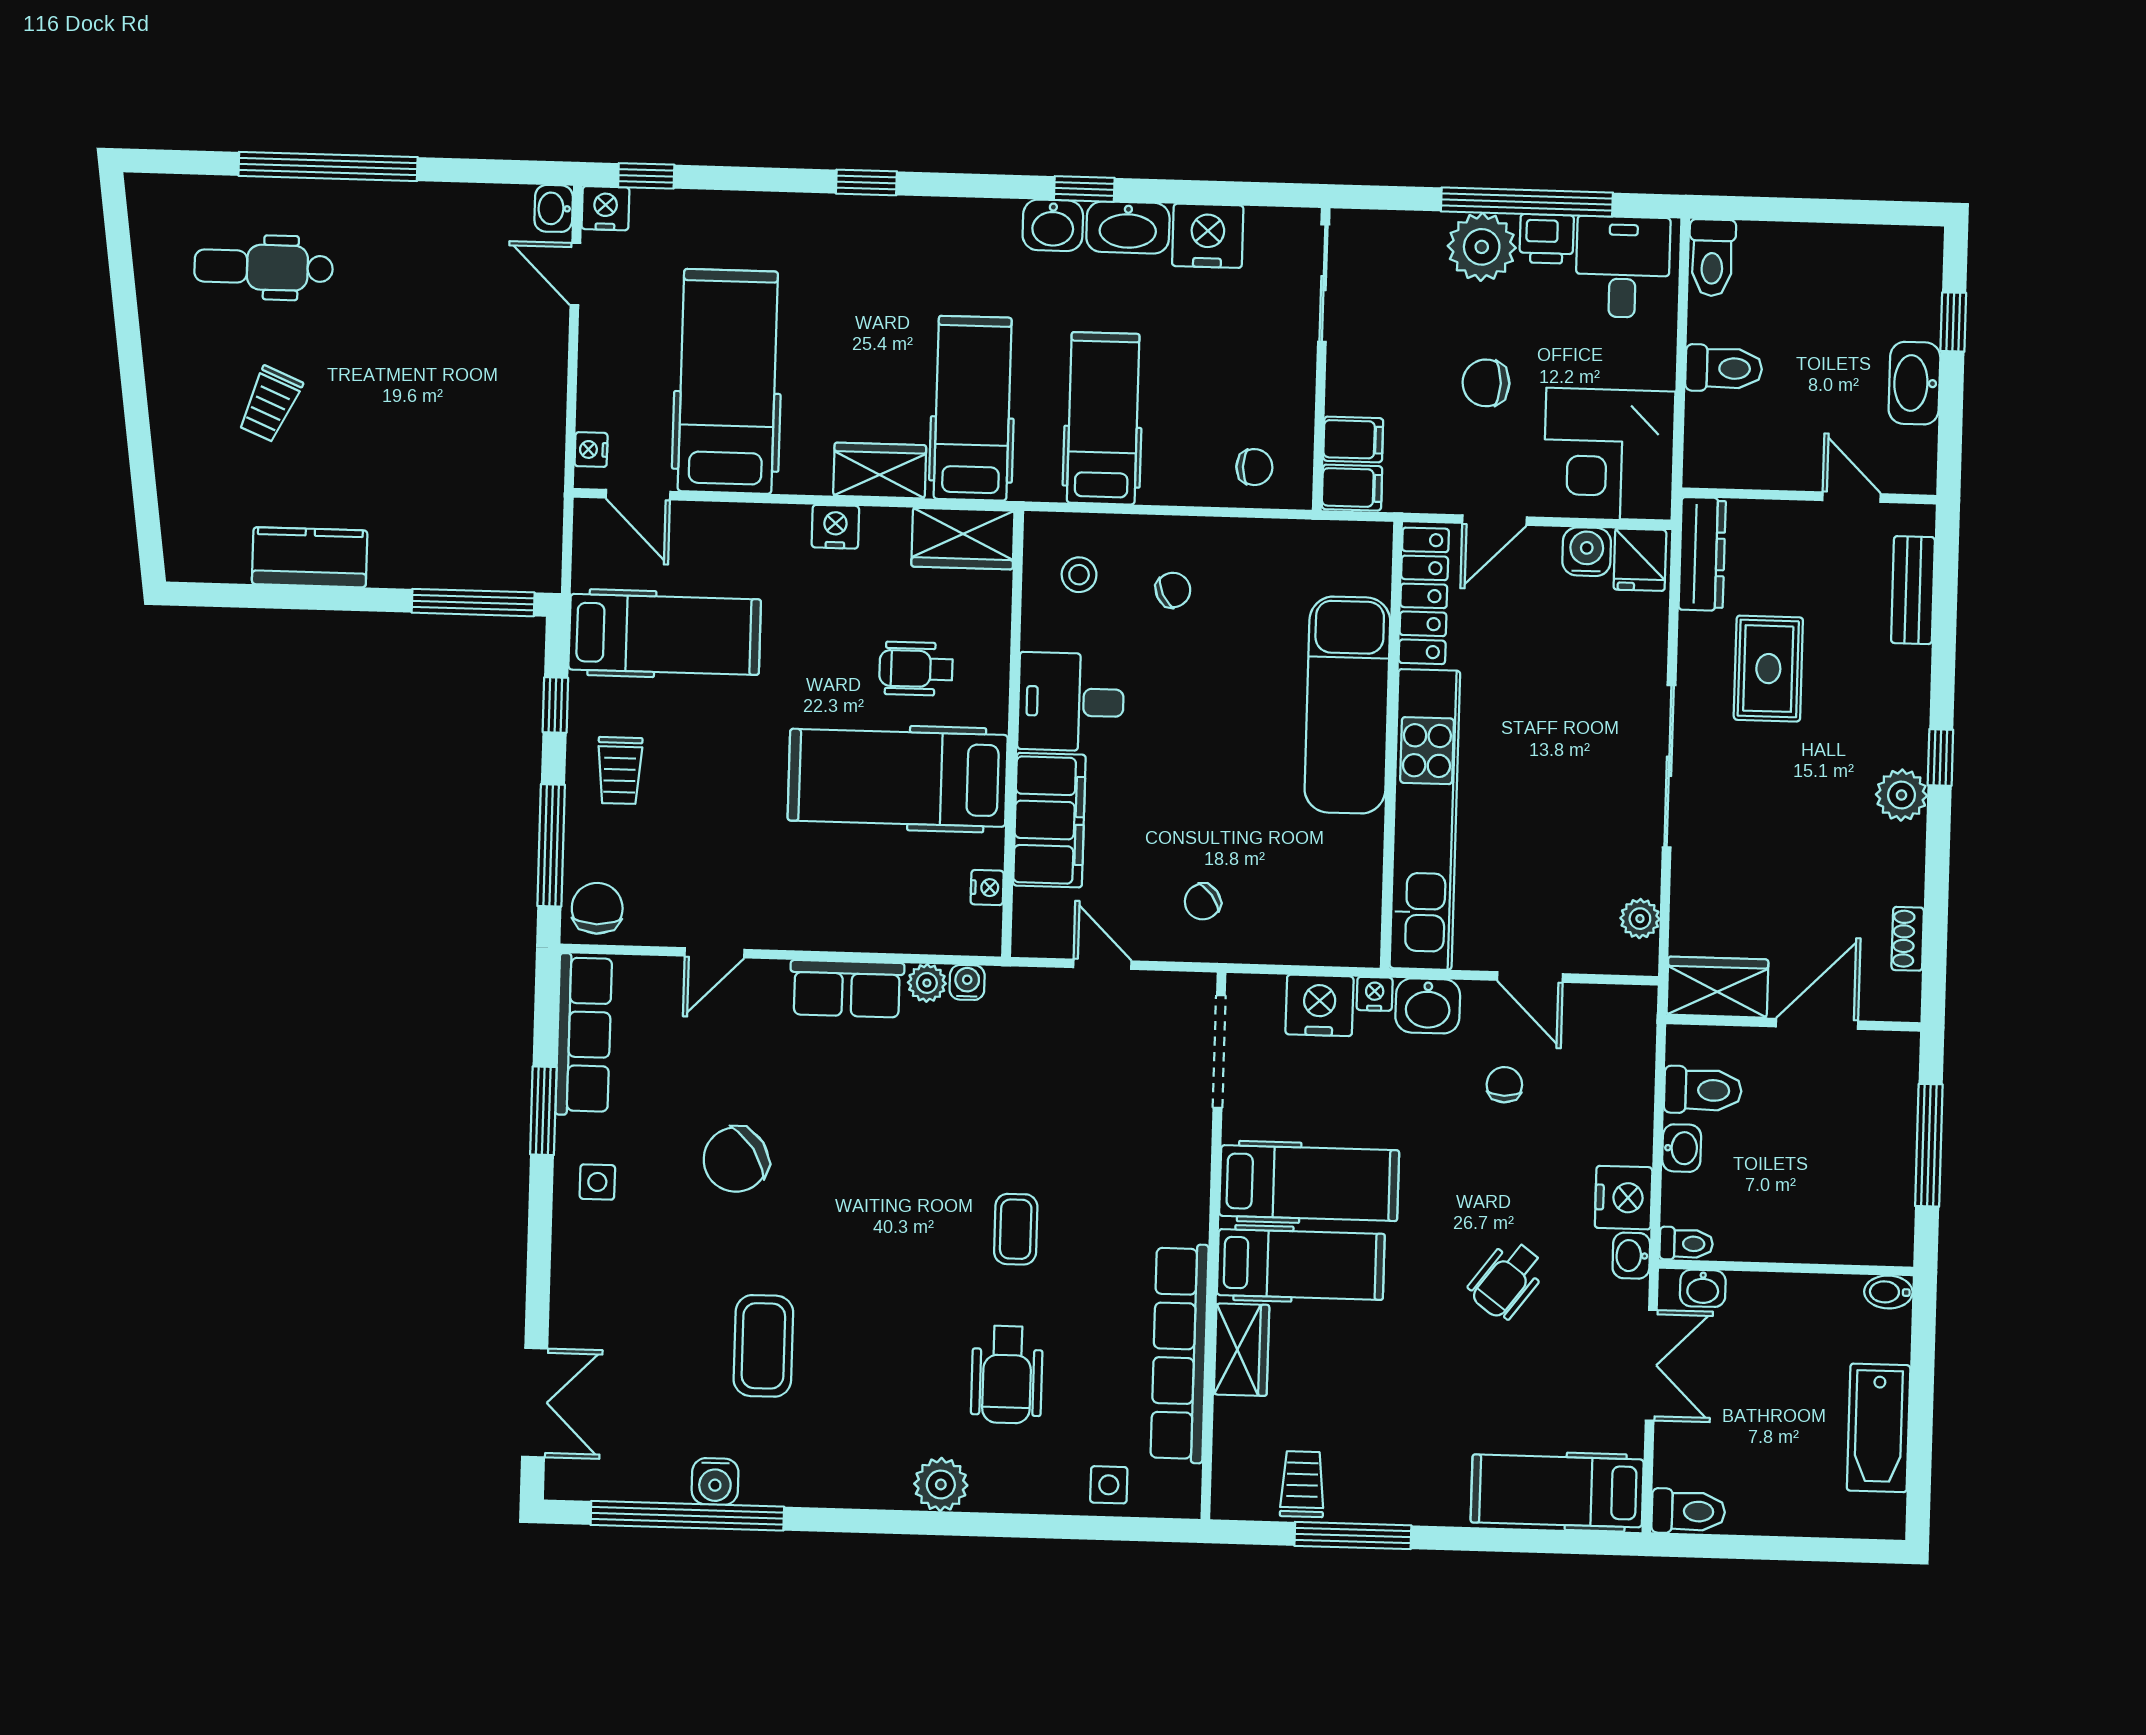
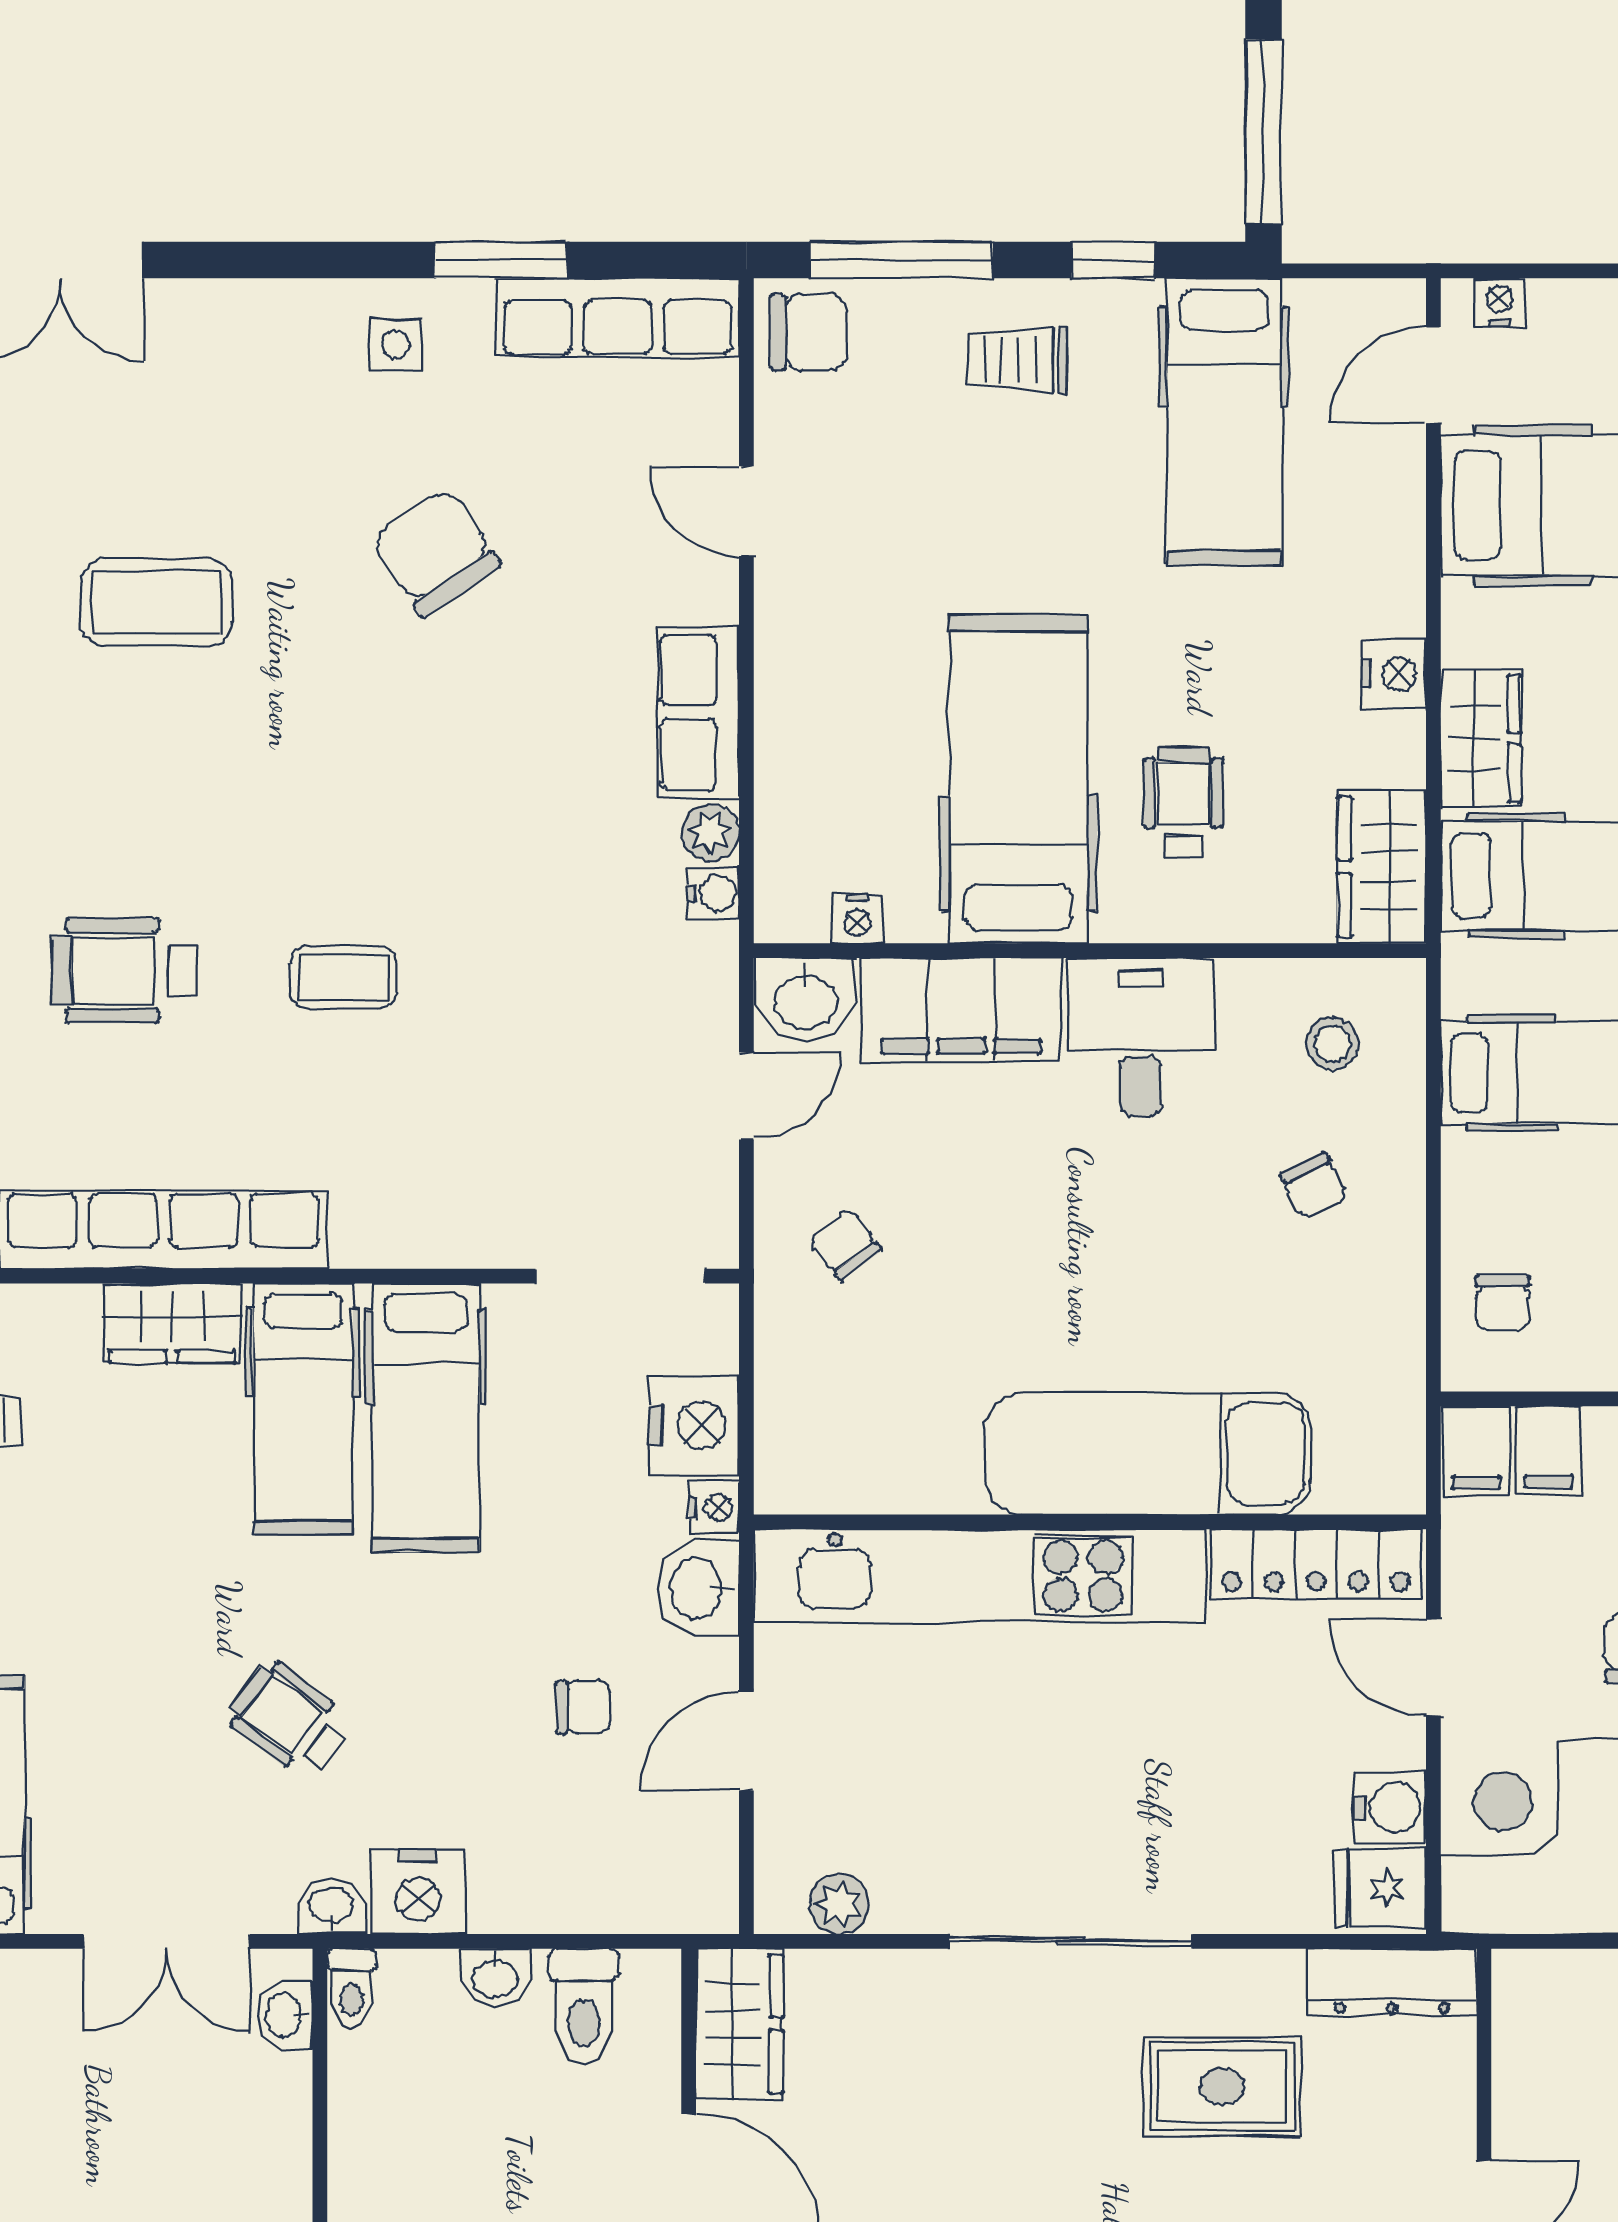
washbasin: (1040, 923) -> (806, 1000), added

